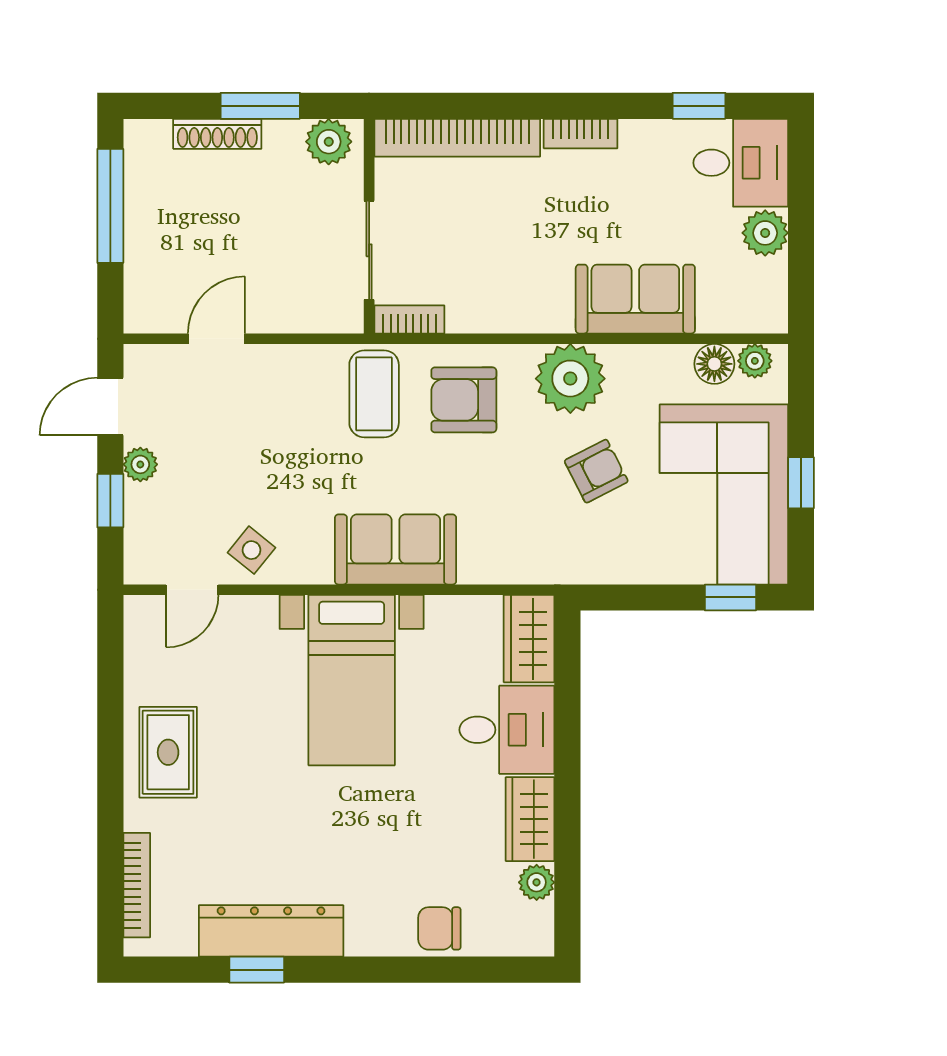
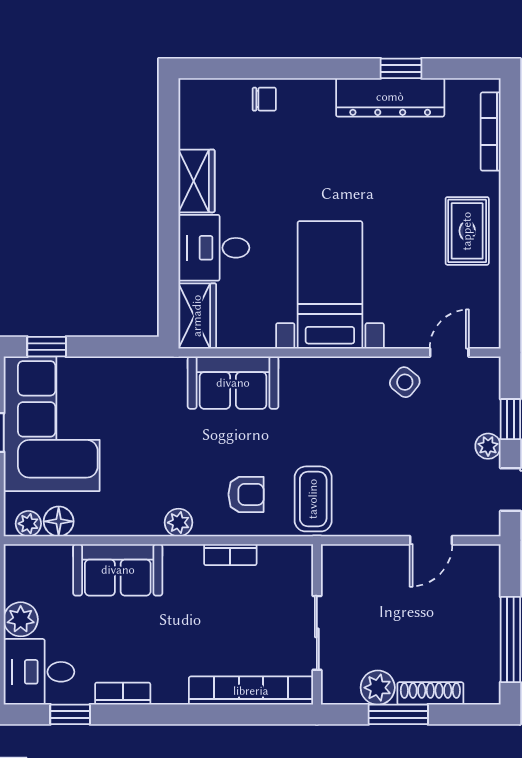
bookcase: (581, 134) -> (123, 694), moved
plant: (329, 142) -> (378, 688), moved
sliding door: (369, 250) -> (317, 633), moved
bookcase: (409, 319) -> (230, 555), moved
plant: (570, 379) -> (179, 523), width x0.53, depth x0.53
armchair: (464, 400) -> (246, 494), width x0.72, depth x0.72
armchair: (596, 471) -> (147, 441), removed
sofa: (396, 549) -> (233, 383), moved
plant: (537, 882) -> (192, 134), removed
chair: (439, 928) -> (264, 99), width x0.73, depth x0.73

